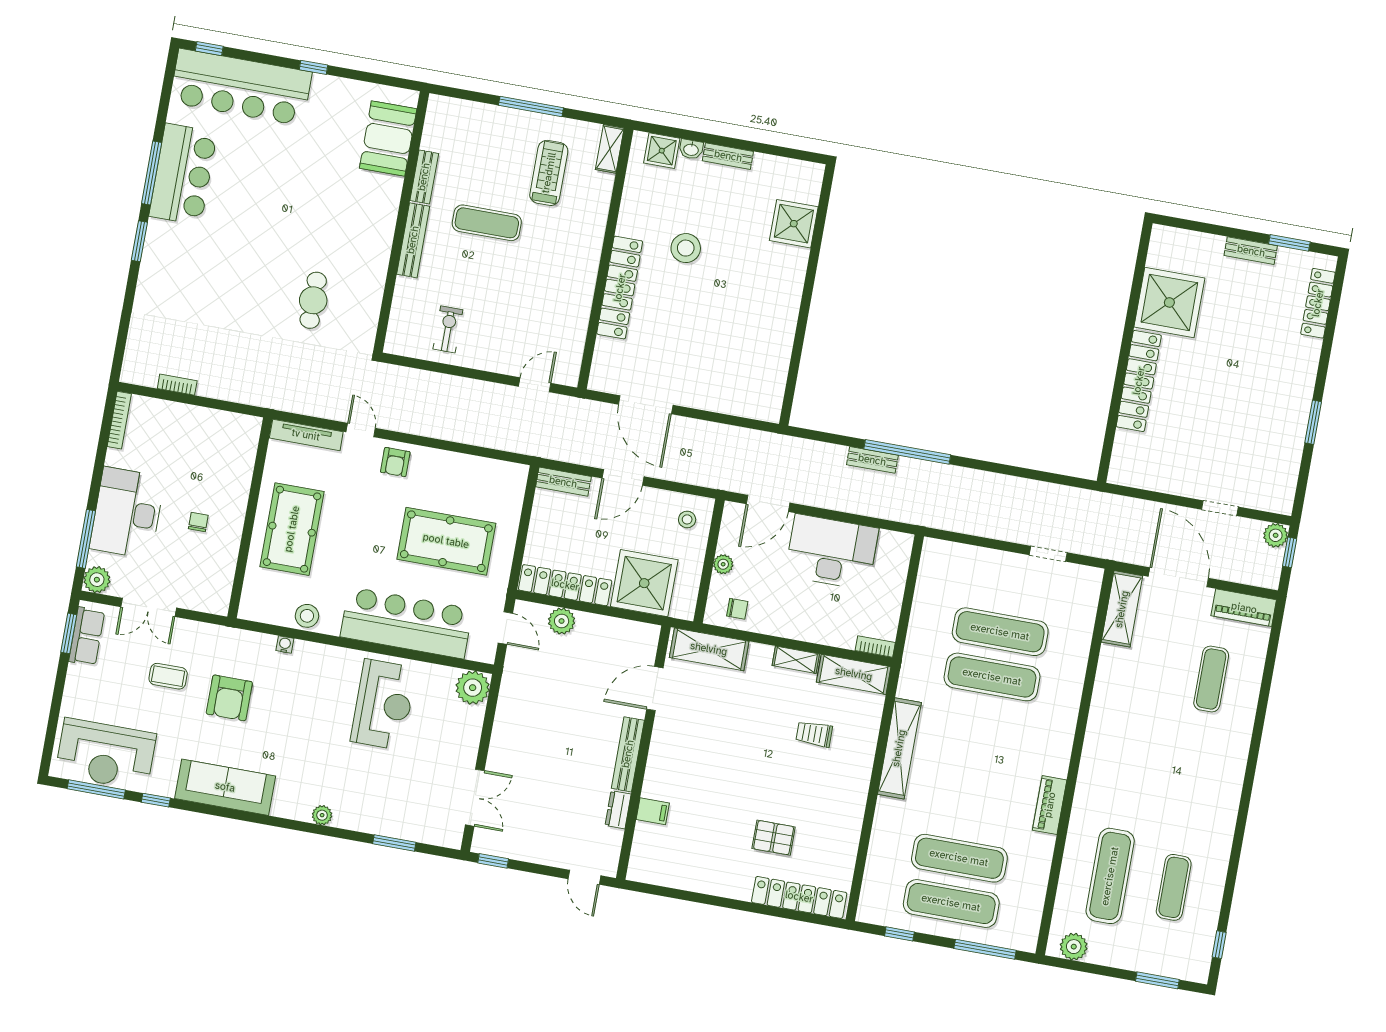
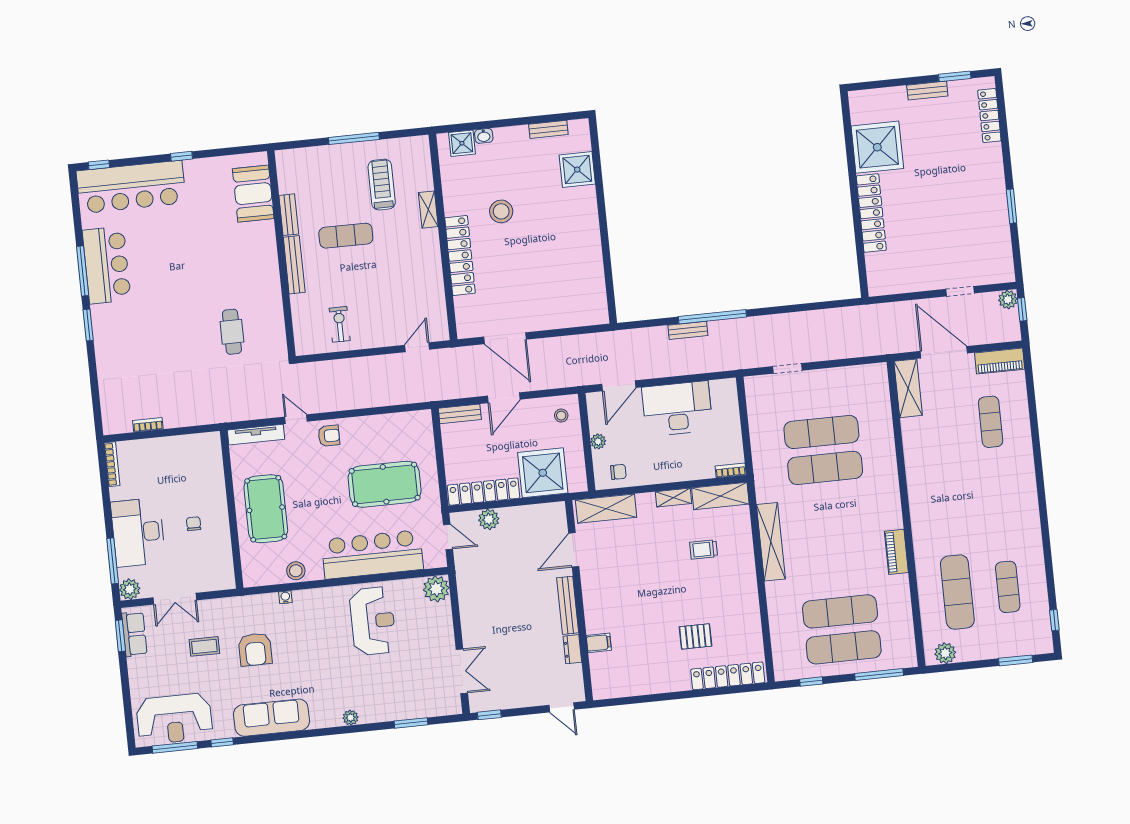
shelving: (610, 149) -> (428, 210), moved
bench: (728, 156) -> (548, 129), moved
armchair: (395, 462) -> (329, 436), turned -90
doorway: (1048, 554) -> (787, 368), moved

